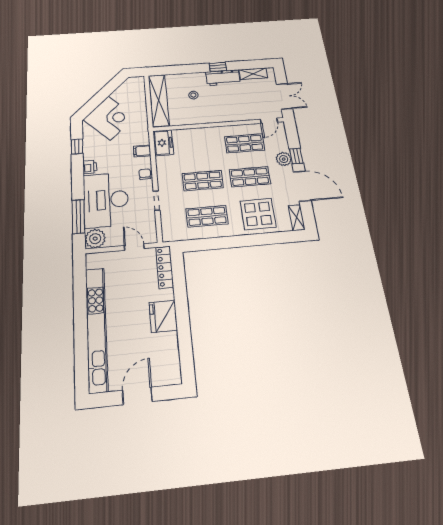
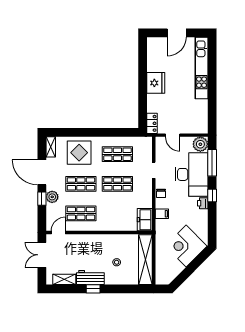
window: (77, 146) -> (212, 196), moved
locker: (165, 267) -> (152, 123), width x0.66
kitchen unit: (96, 328) -> (201, 68), width x0.73

